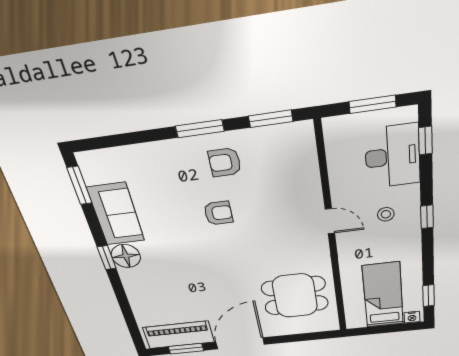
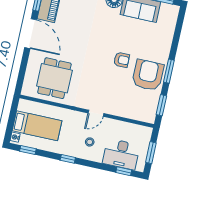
armchair: (225, 162) -> (148, 75), width x1.88, depth x1.88
armchair: (218, 213) -> (122, 60), turned -90
window: (427, 217) -> (68, 159), moved

